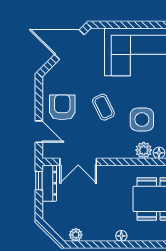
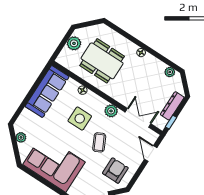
armchair: (62, 107) -> (115, 171), moved, turned 180
plant: (144, 150) -> (111, 111), moved
dresser: (49, 183) -> (172, 106), moved

